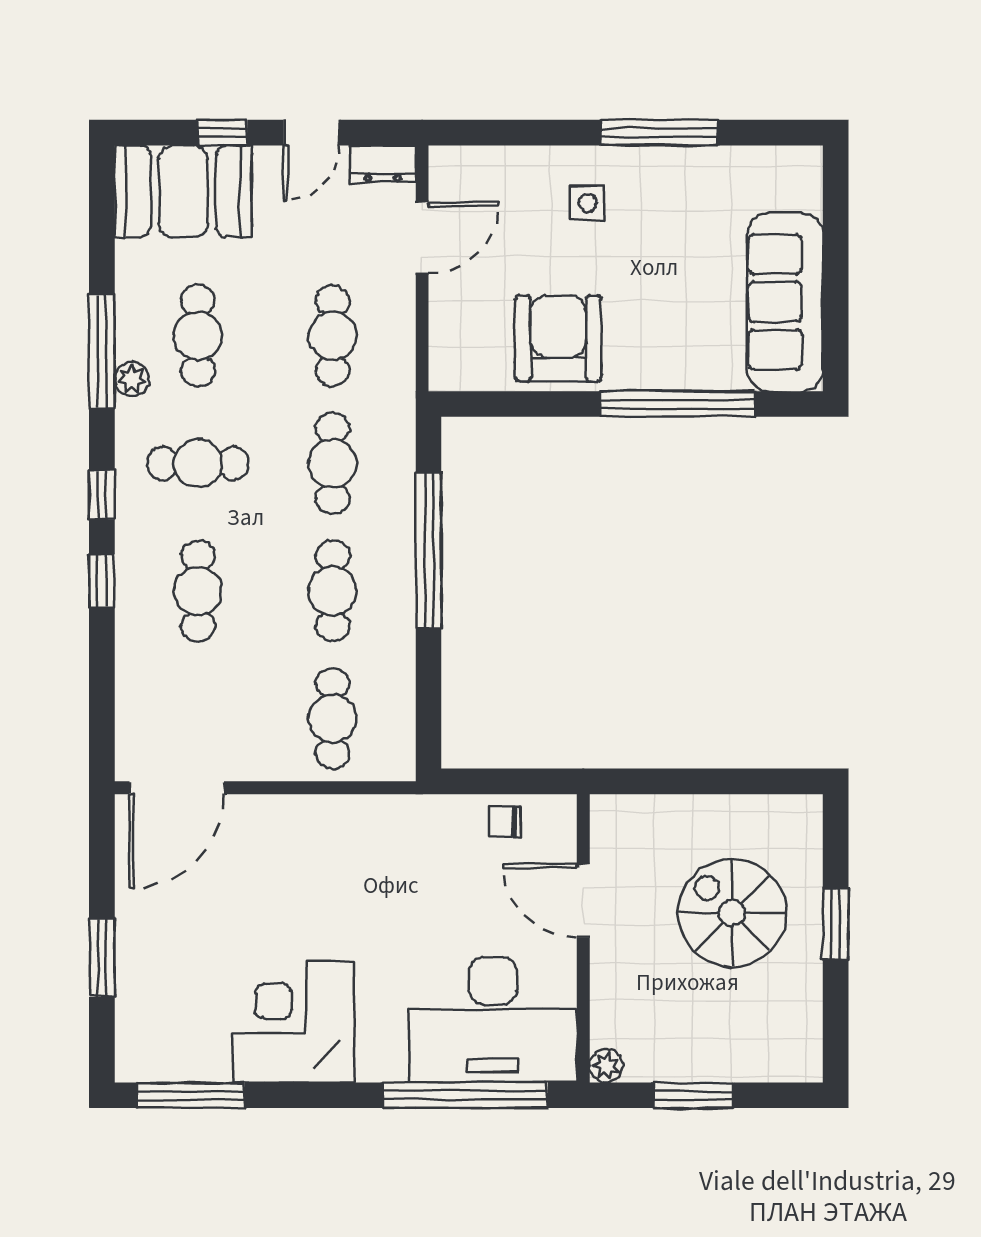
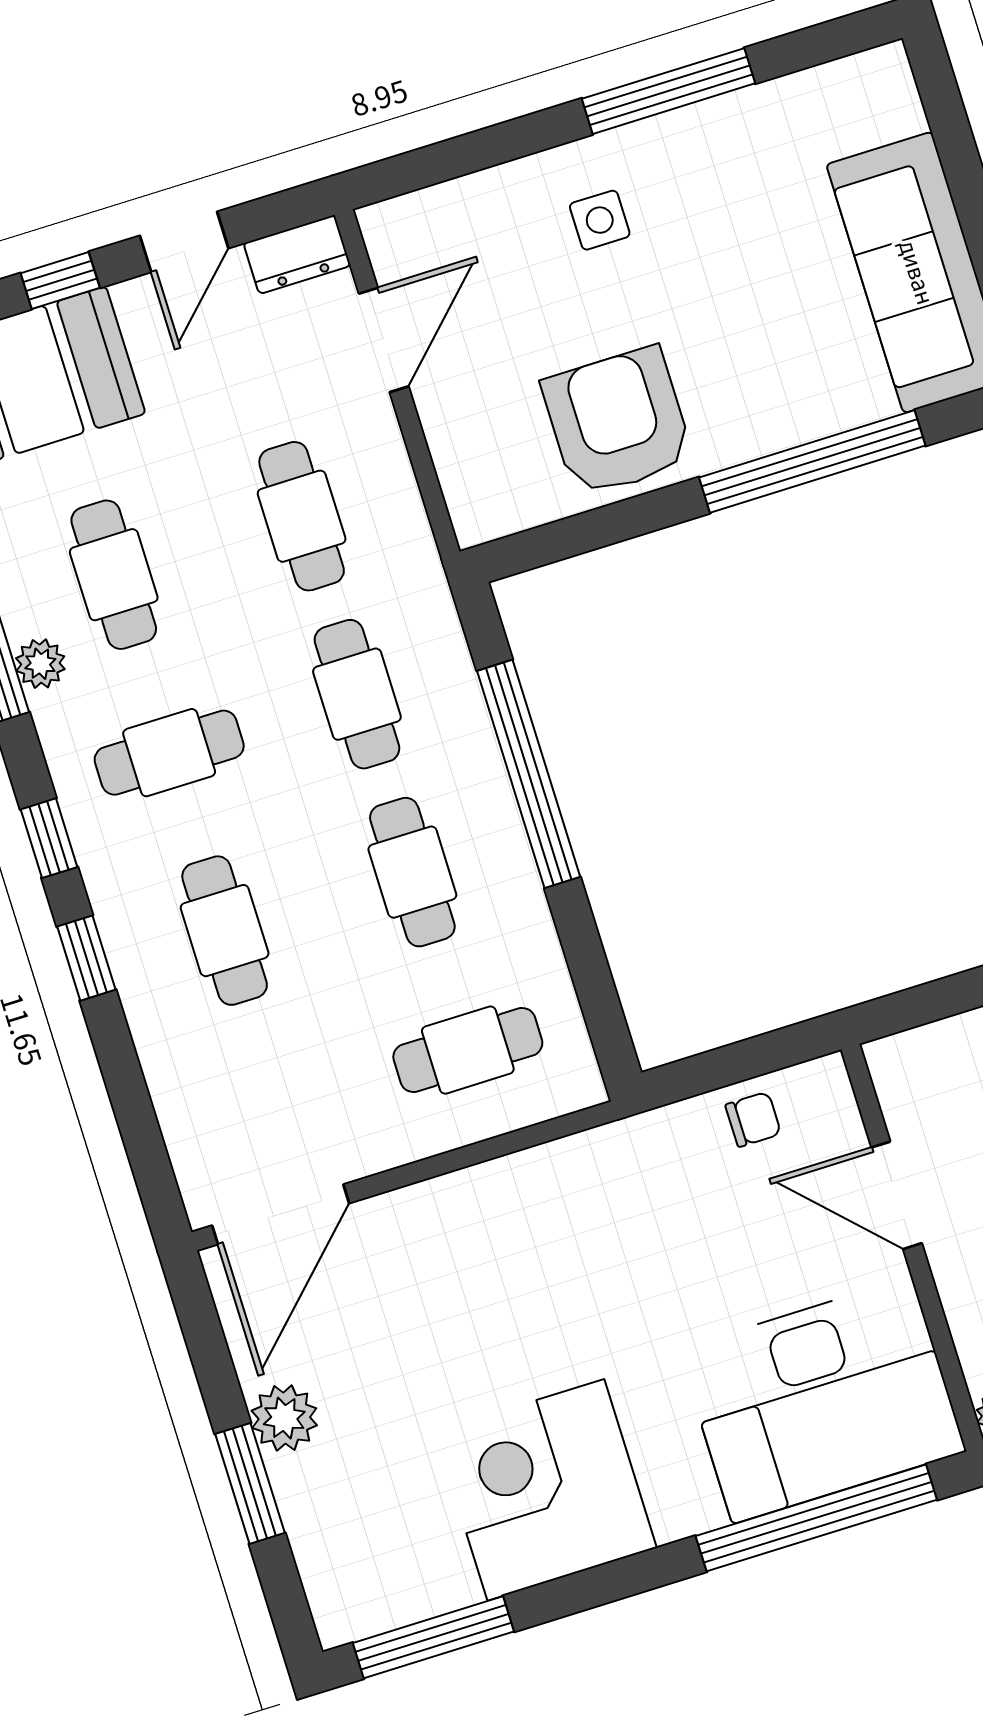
cafe table: (333, 718) -> (468, 1050), turned 90
chair: (505, 822) -> (753, 1119), turned 180
plant: (138, 922) -> (284, 1418), added

